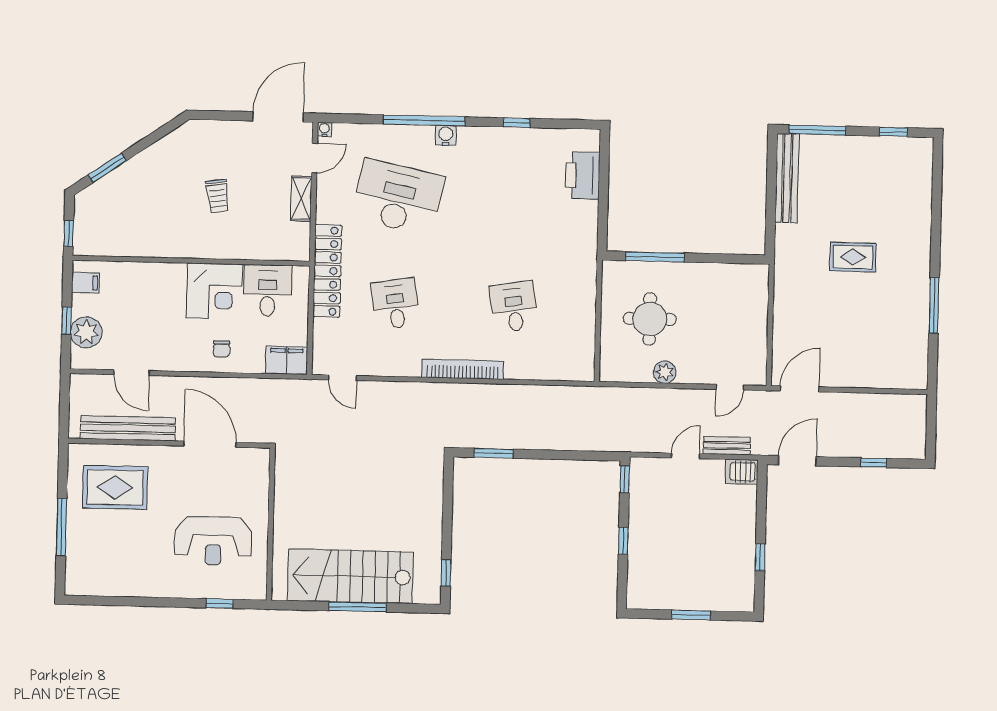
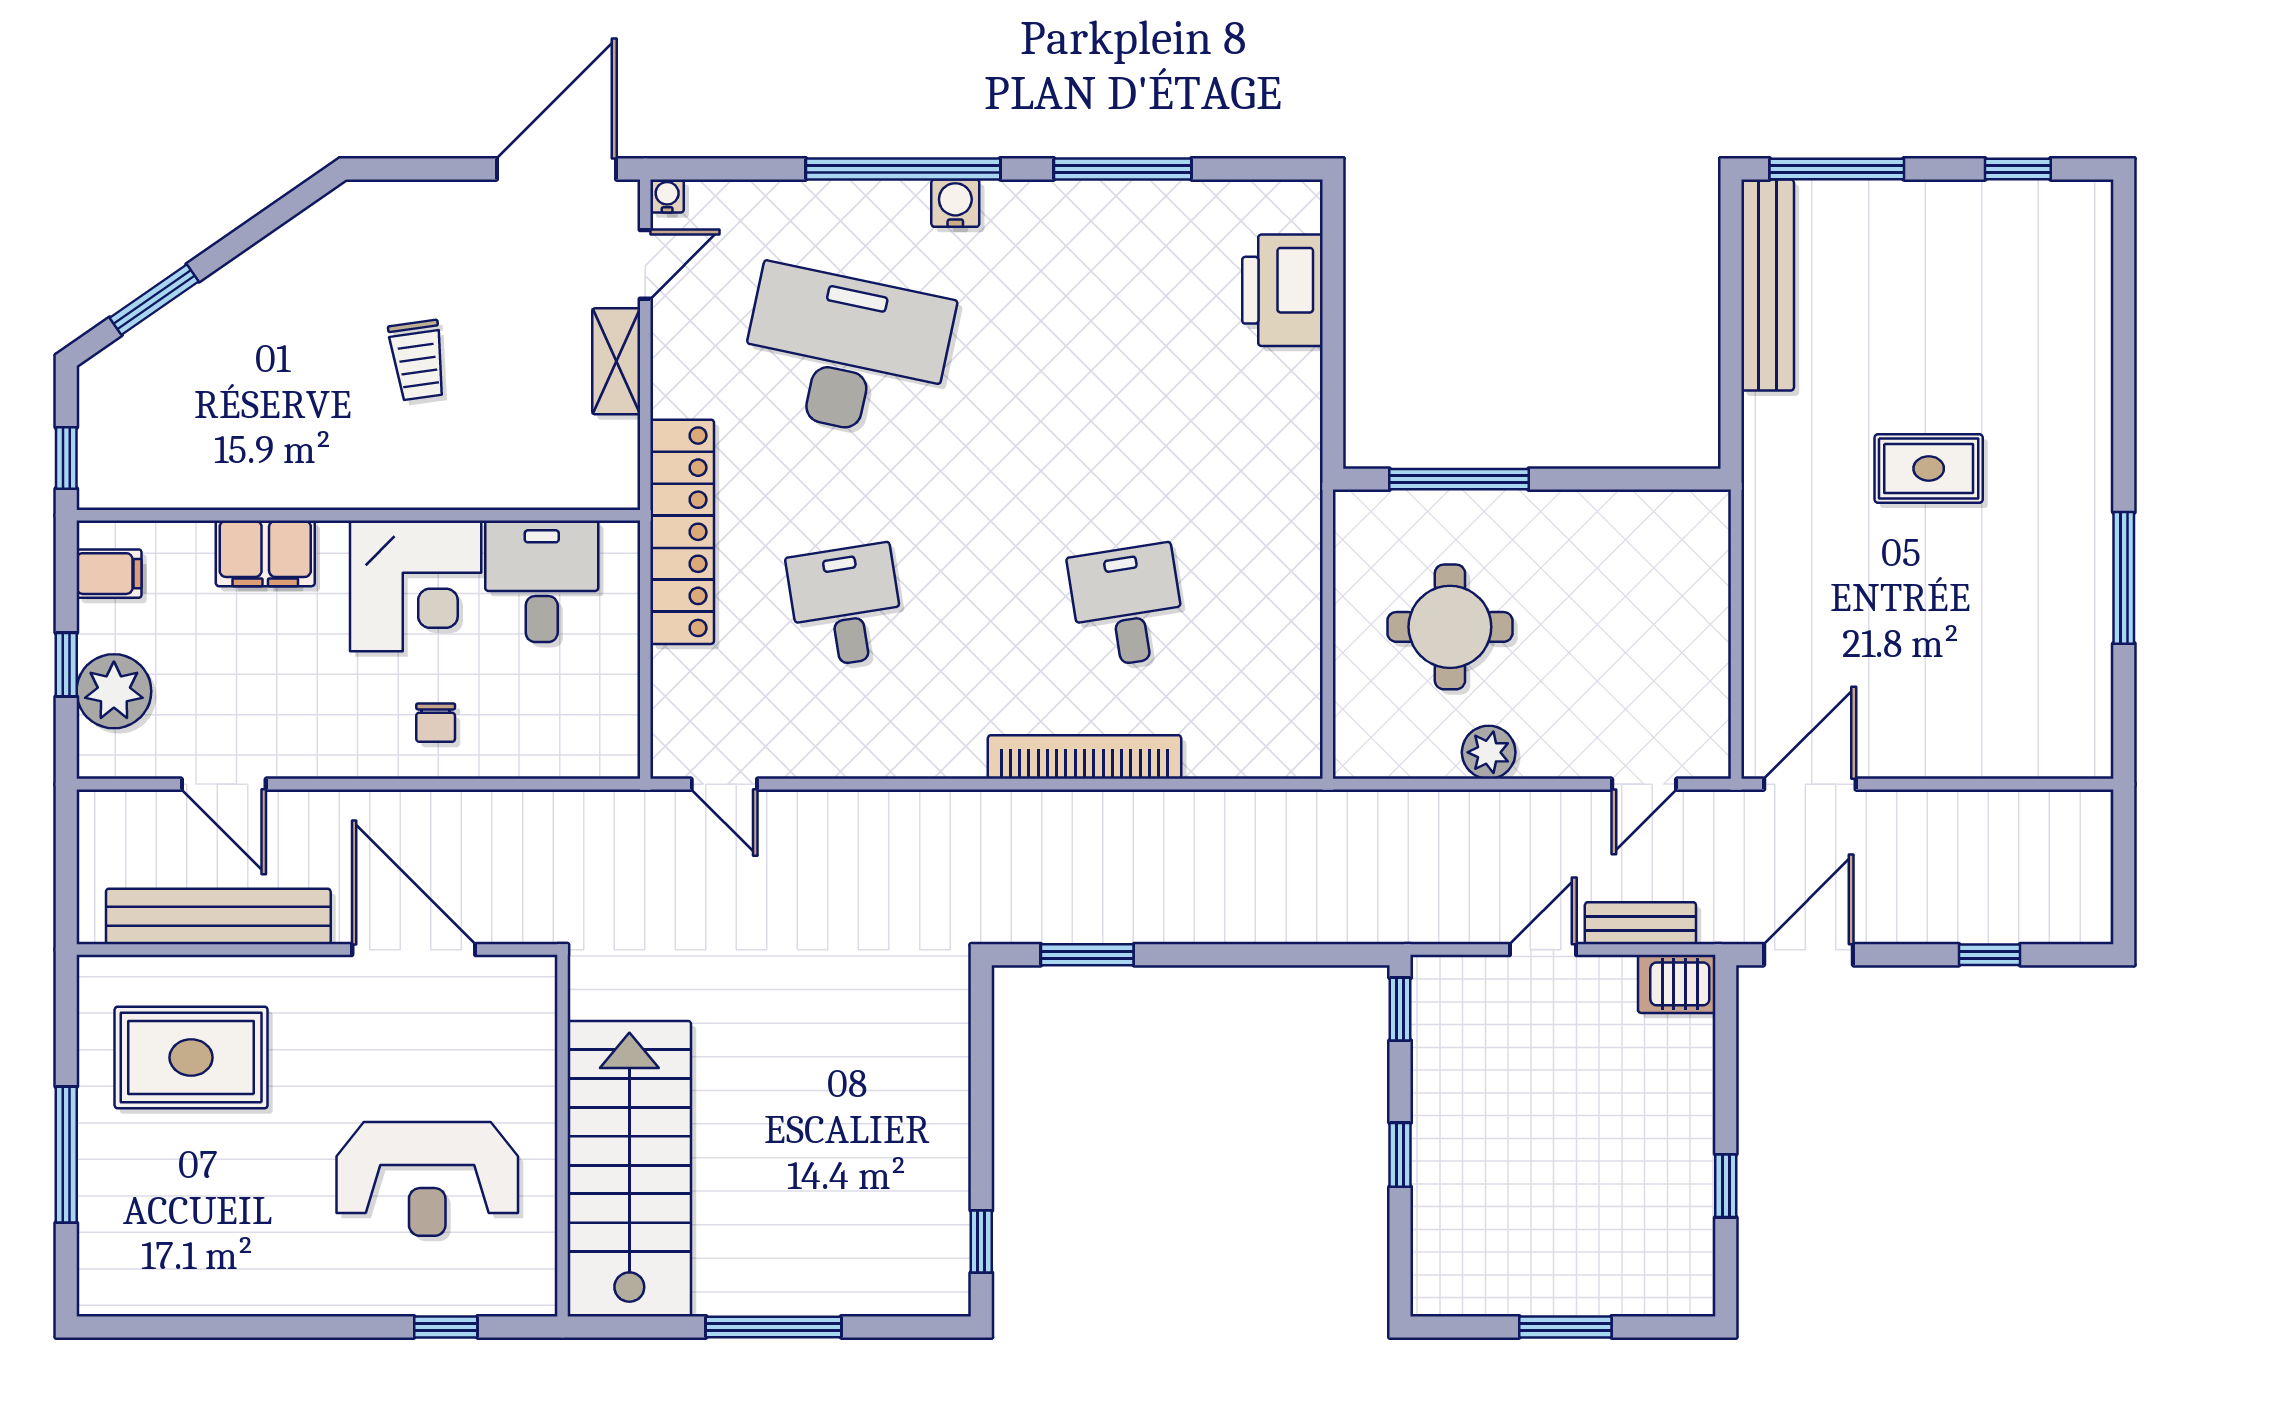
window: (517, 123) -> (1123, 169), width x2.17
filing cabinet: (287, 360) -> (265, 553), moved, turned 180
bookcase: (463, 369) -> (1085, 757), moved
stairs: (350, 576) -> (629, 1169), moved, turned 90

